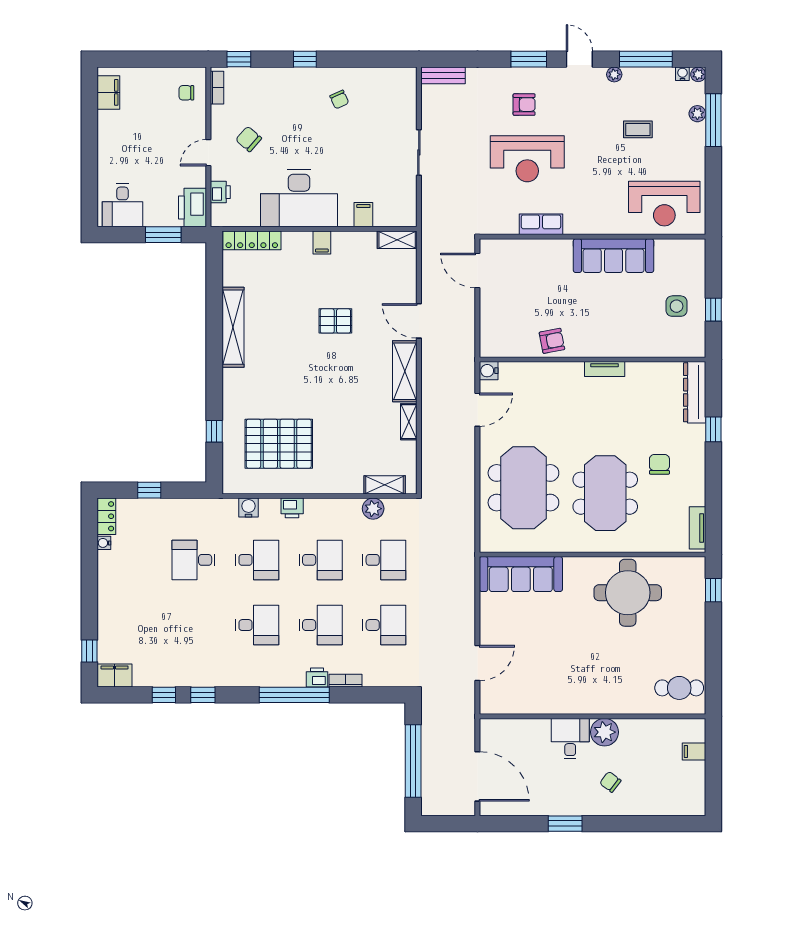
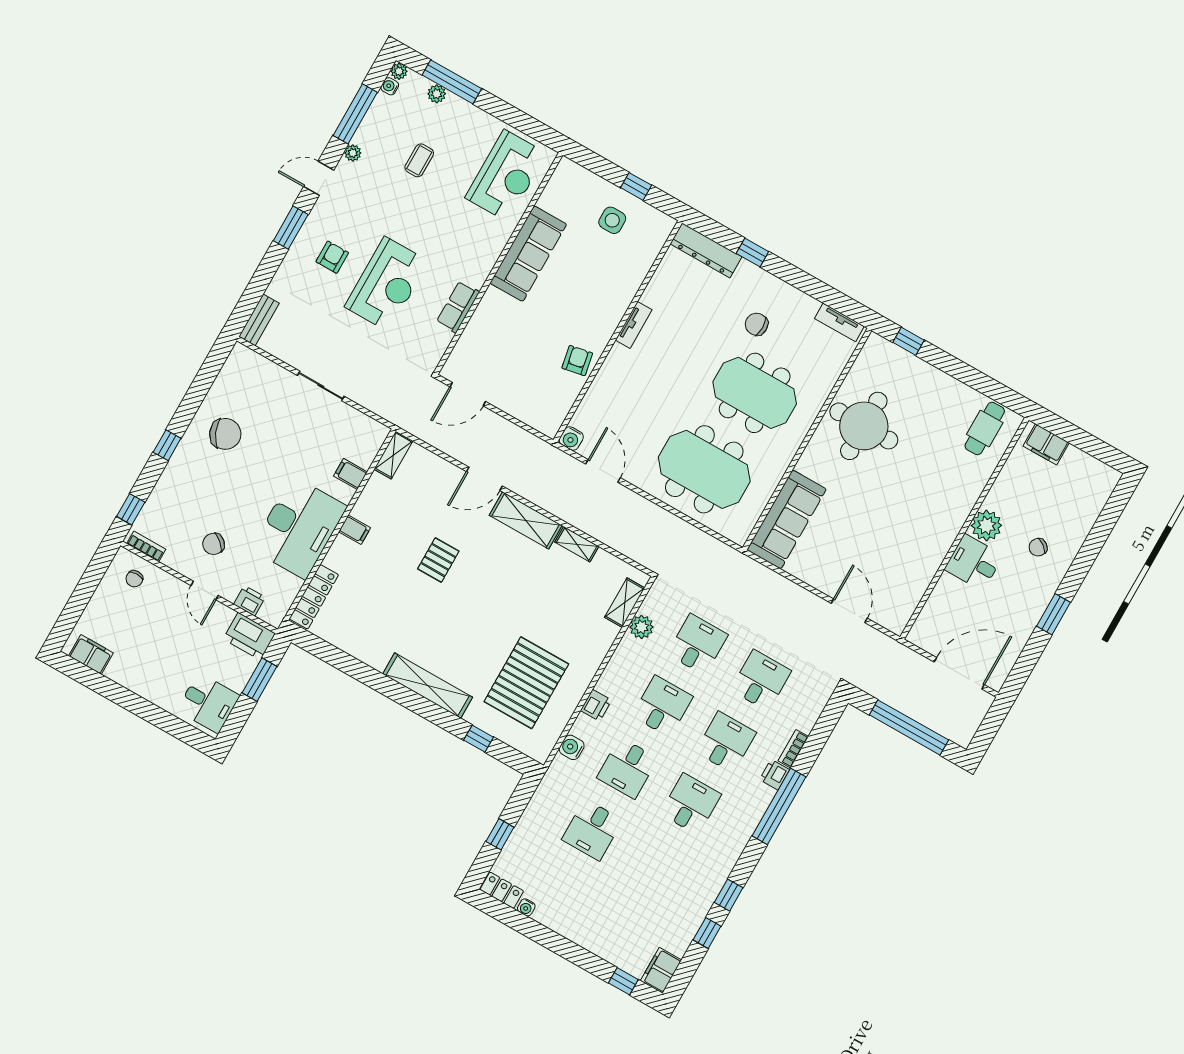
chair: (339, 99) -> (225, 434), width x1.87, depth x1.87
shelving: (233, 327) -> (428, 686), moved
desk: (257, 560) -> (627, 768), turned 180
filing cabinet: (694, 751) -> (1046, 444), width x2.00

